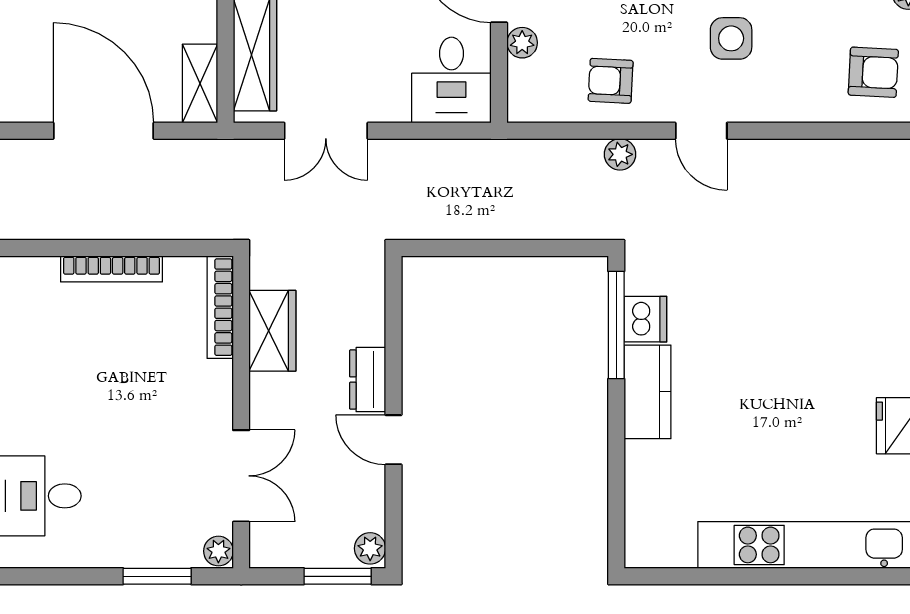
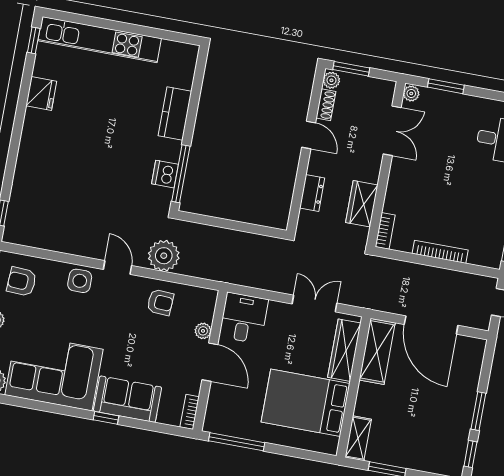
side table: (731, 38) -> (80, 281), moved
shelving: (200, 84) -> (377, 351), width x1.50, depth x1.33
plant: (620, 154) -> (164, 256), width x1.88, depth x1.88
bookcase: (220, 307) -> (385, 231), width x0.64
dresser: (368, 380) -> (312, 193), moved
kitchen counter: (648, 392) -> (175, 114), moved
double door: (241, 476) -> (392, 131), swing flipped
shoe rack: (372, 501) -> (326, 105), added

